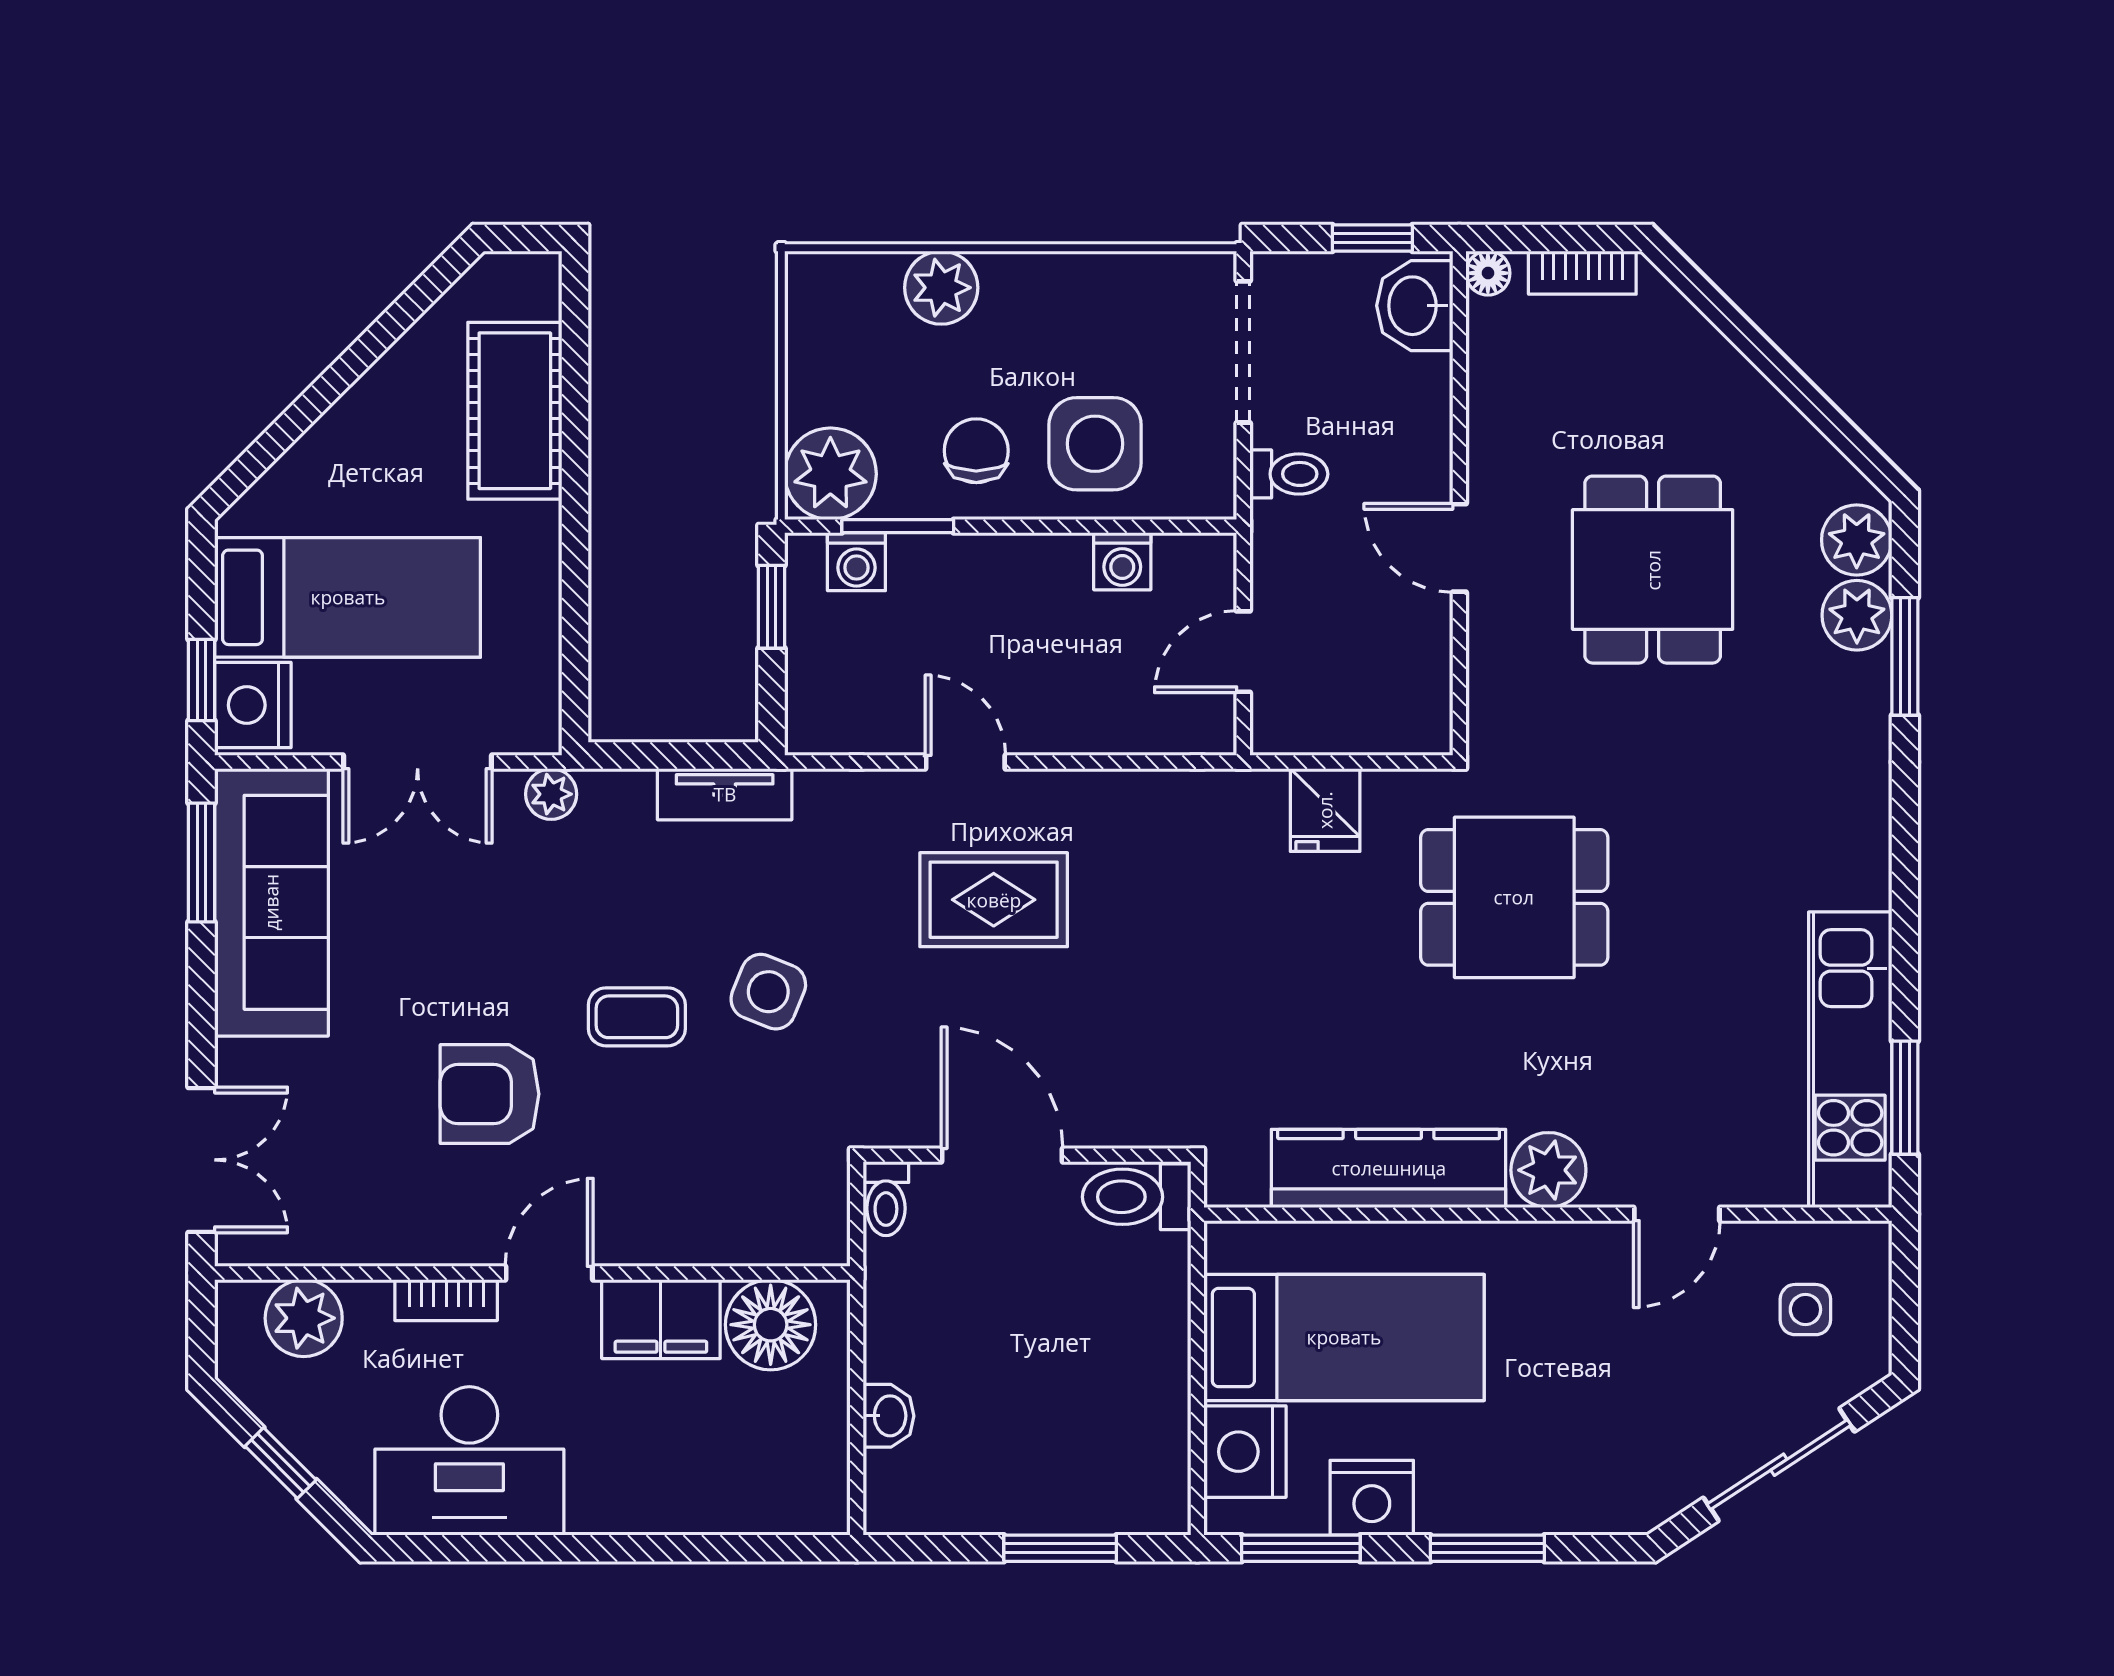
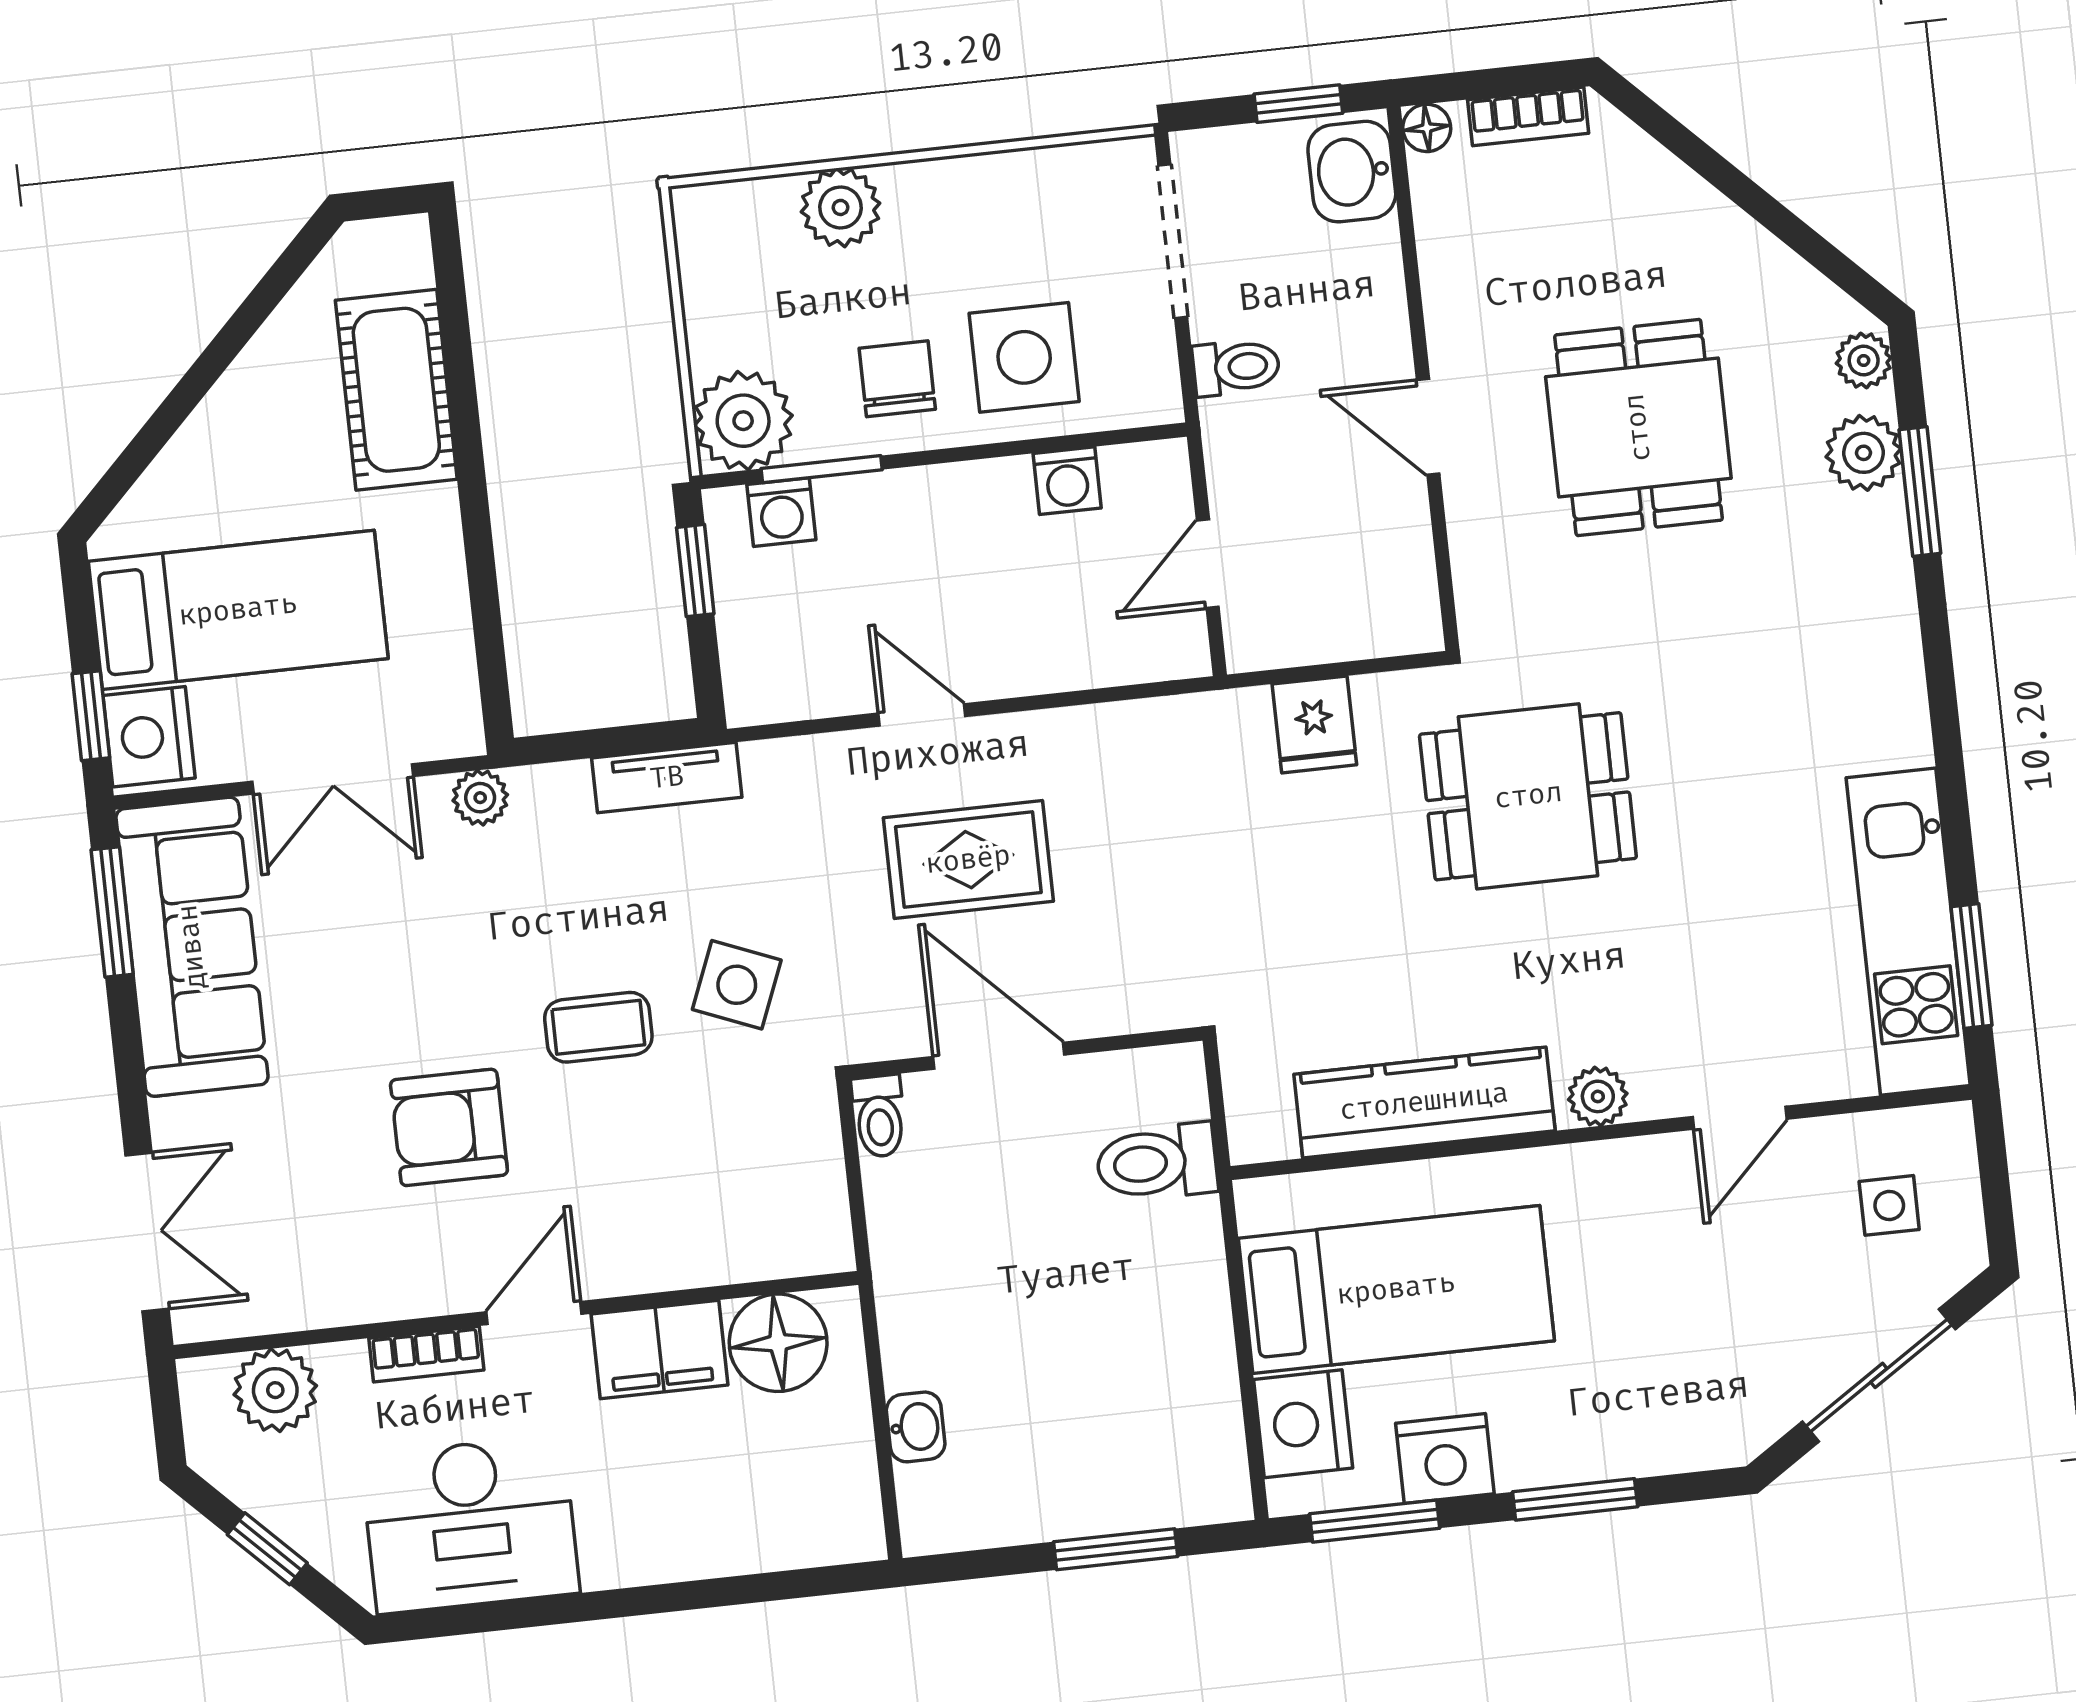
plant: (1857, 540) -> (1864, 360), width x0.73, depth x0.73
door: (1002, 1155) -> (999, 1056), moved
wall: (1027, 1155) -> (1026, 1053), moved
plant: (1548, 1170) -> (1598, 1096), width x0.73, depth x0.73
toilet: (886, 1199) -> (879, 1116), moved

